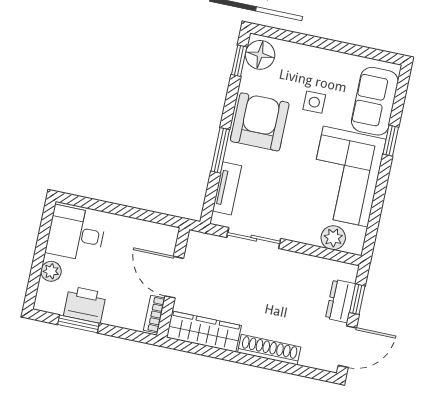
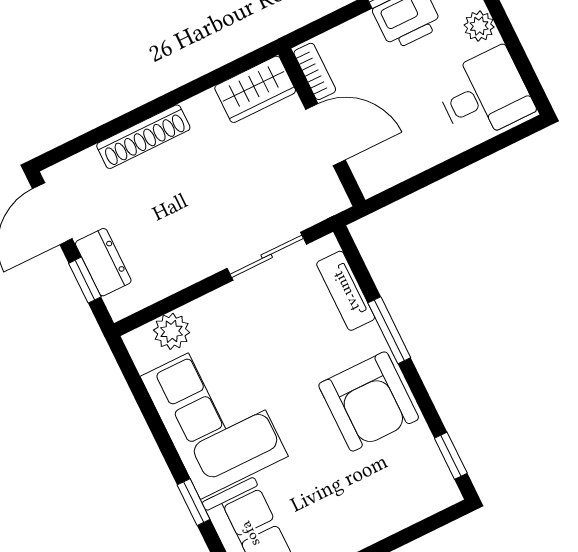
floor lamp: (260, 55) -> (431, 482), removed
side table: (314, 102) -> (322, 477), removed
wardrobe: (204, 331) -> (255, 89), width x0.67

